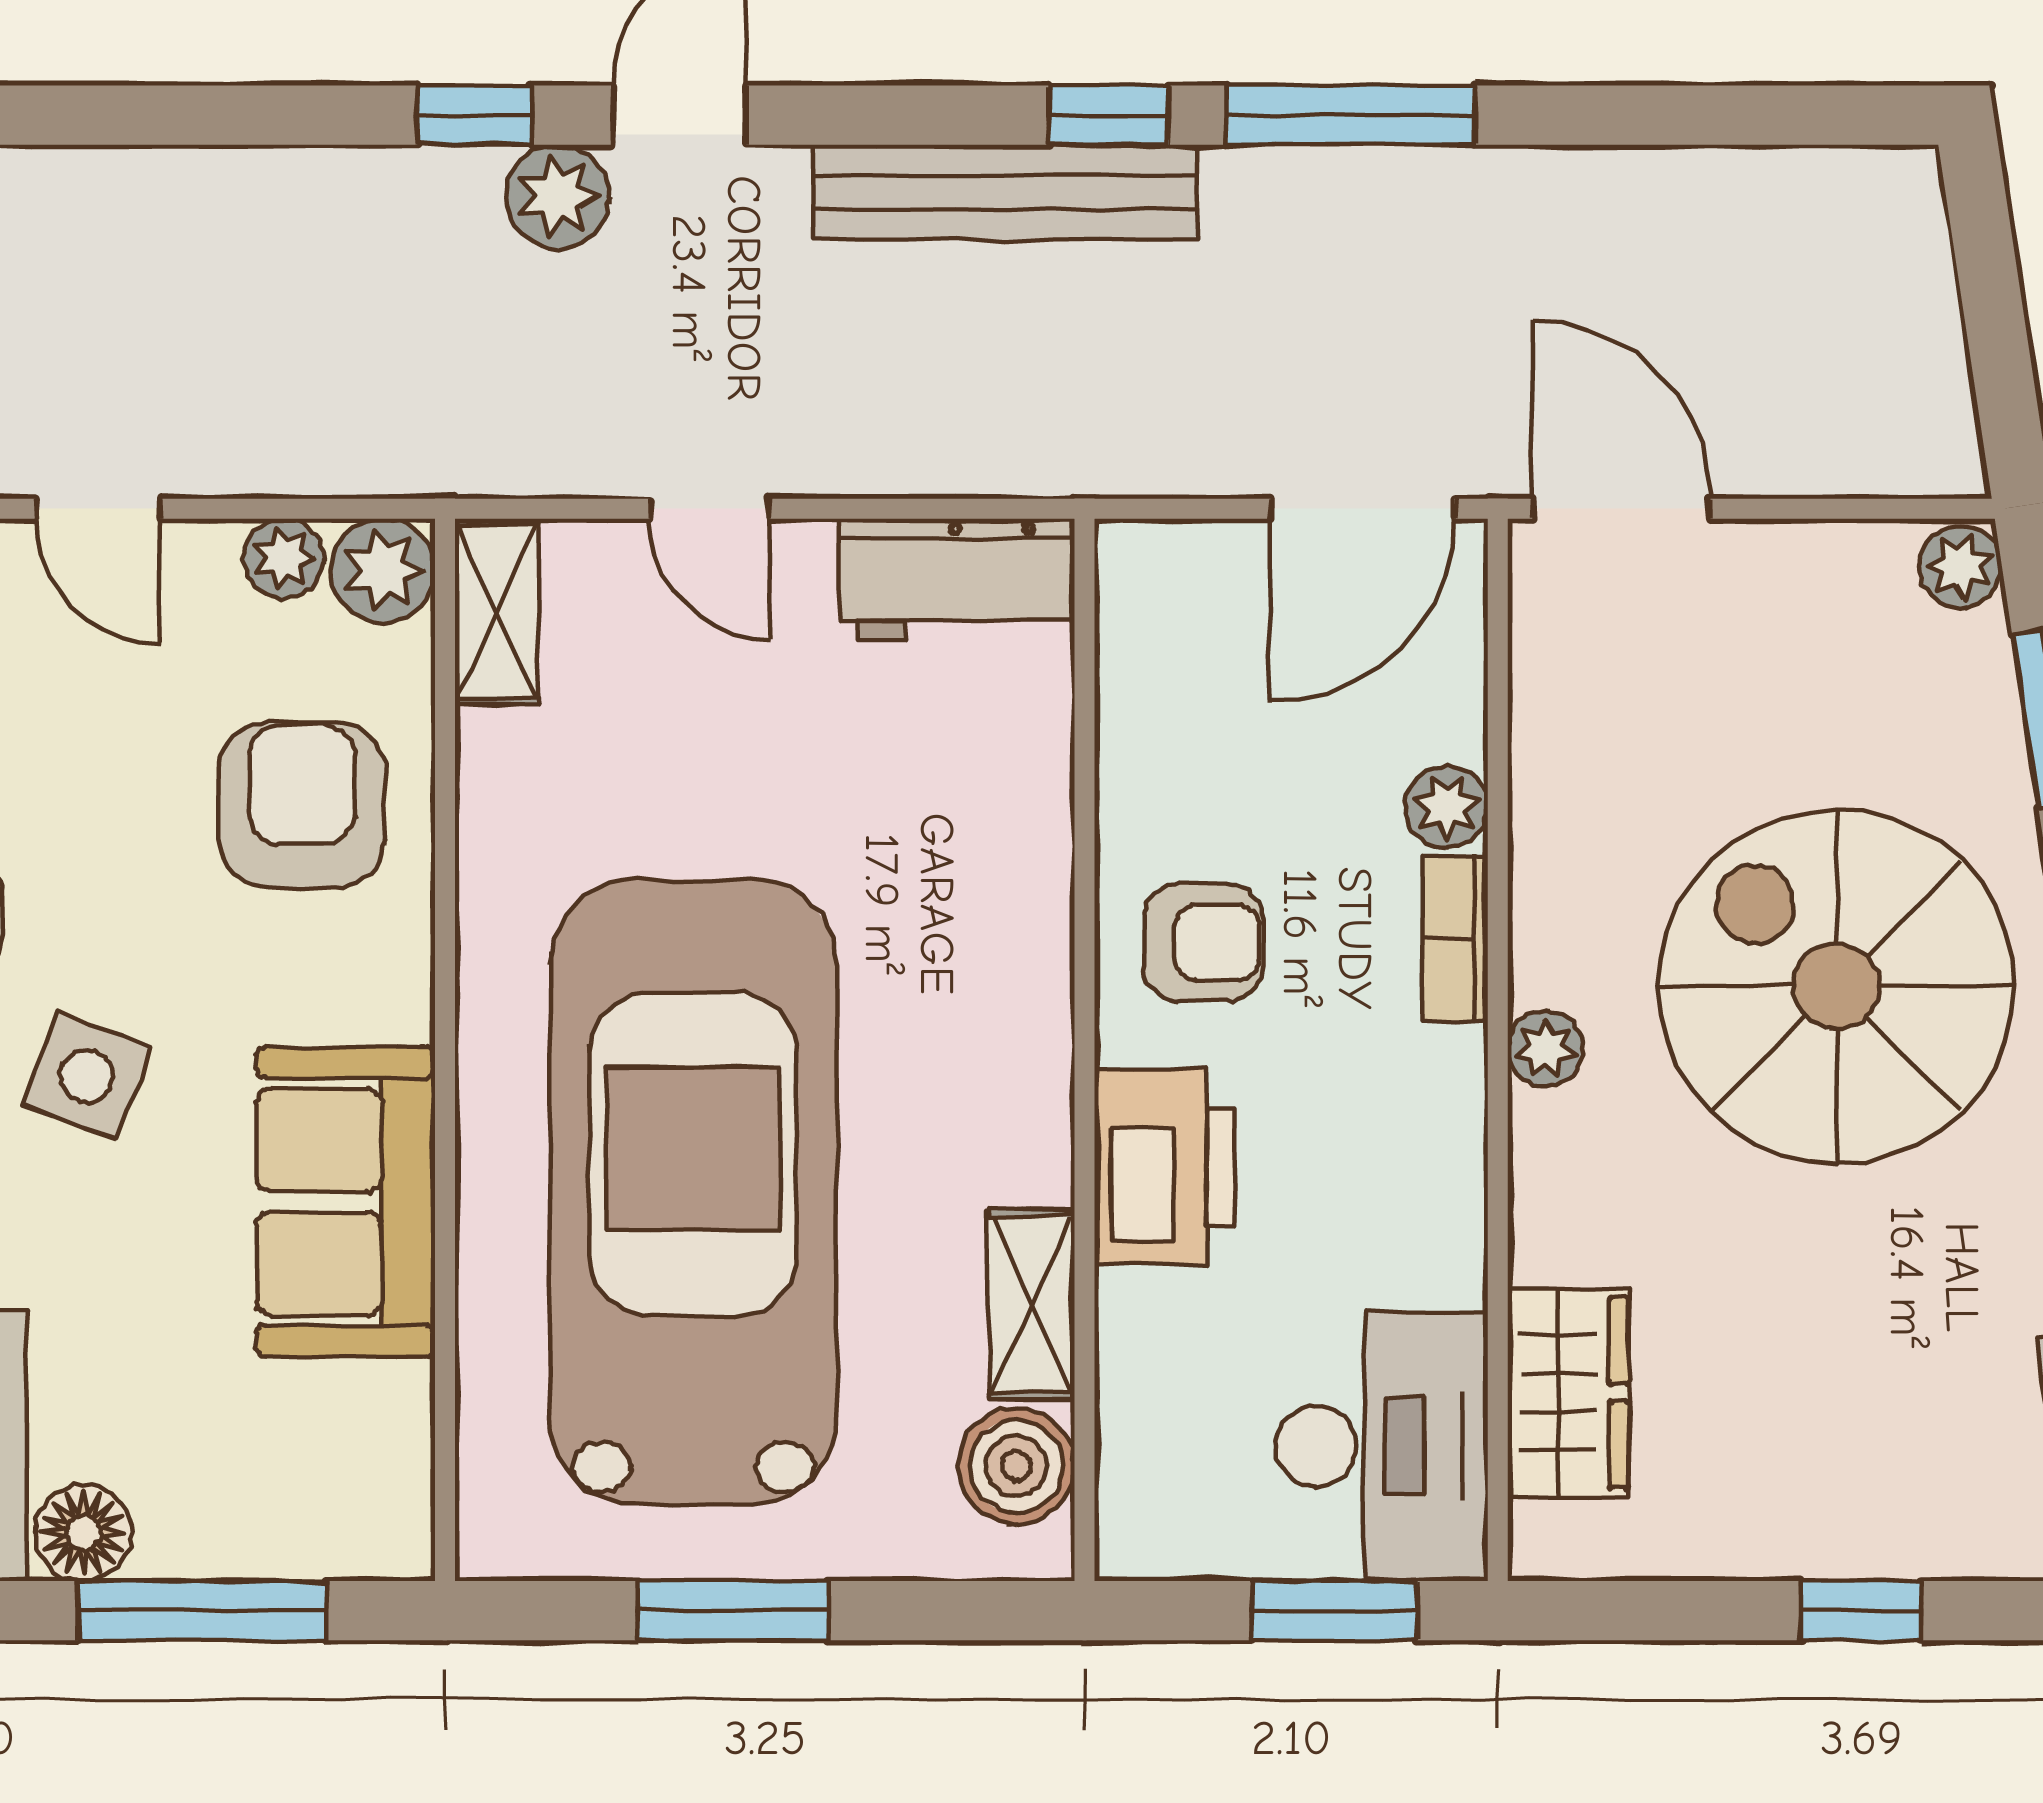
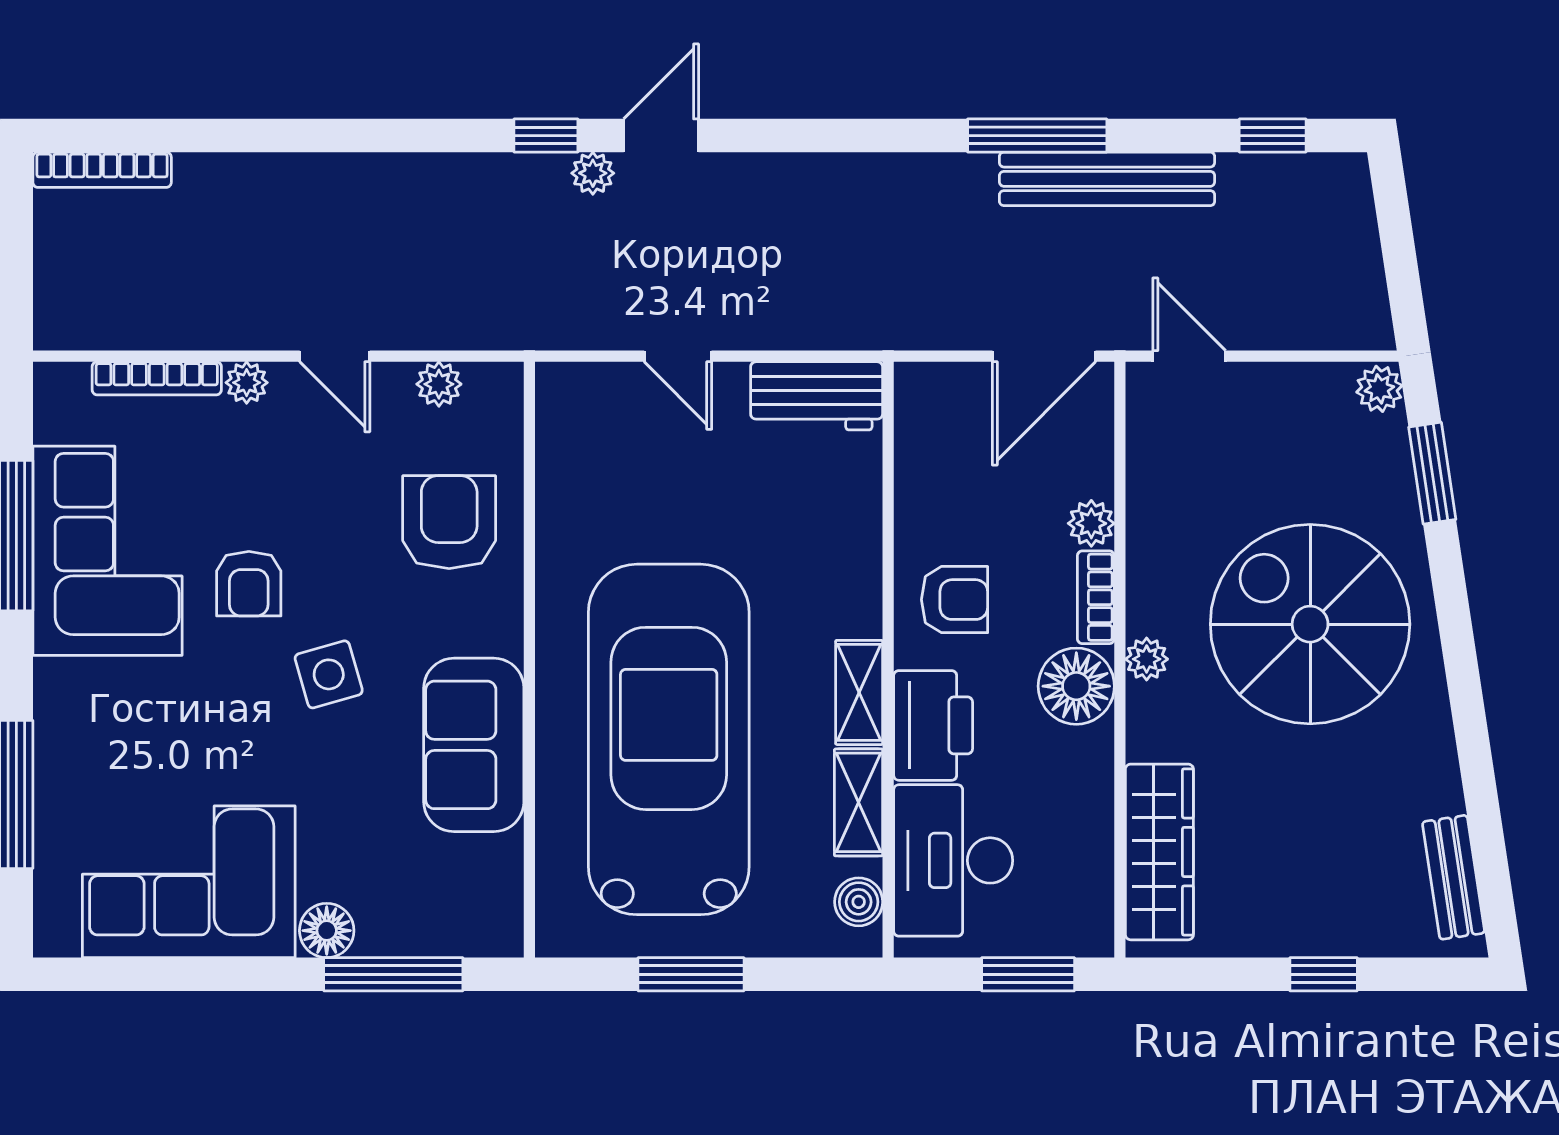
window: (1109, 115) -> (1273, 136), moved
bench: (1005, 192) -> (1107, 179), moved
plant: (558, 197) -> (593, 173), width x0.73, depth x0.73
door: (1621, 509) -> (1189, 356), width x0.73
plant: (383, 570) -> (495, 391), removed
shelving: (497, 611) -> (859, 692), moved
side table: (87, 1076) -> (329, 674), turned -37
floor lamp: (1420, 1097) -> (1076, 686), added
wardrobe: (1568, 1393) -> (1159, 852), width x1.50
desk: (1382, 1446) -> (953, 860), moved, turned 180
boiler: (1016, 1466) -> (859, 902), width x0.73, depth x0.73

